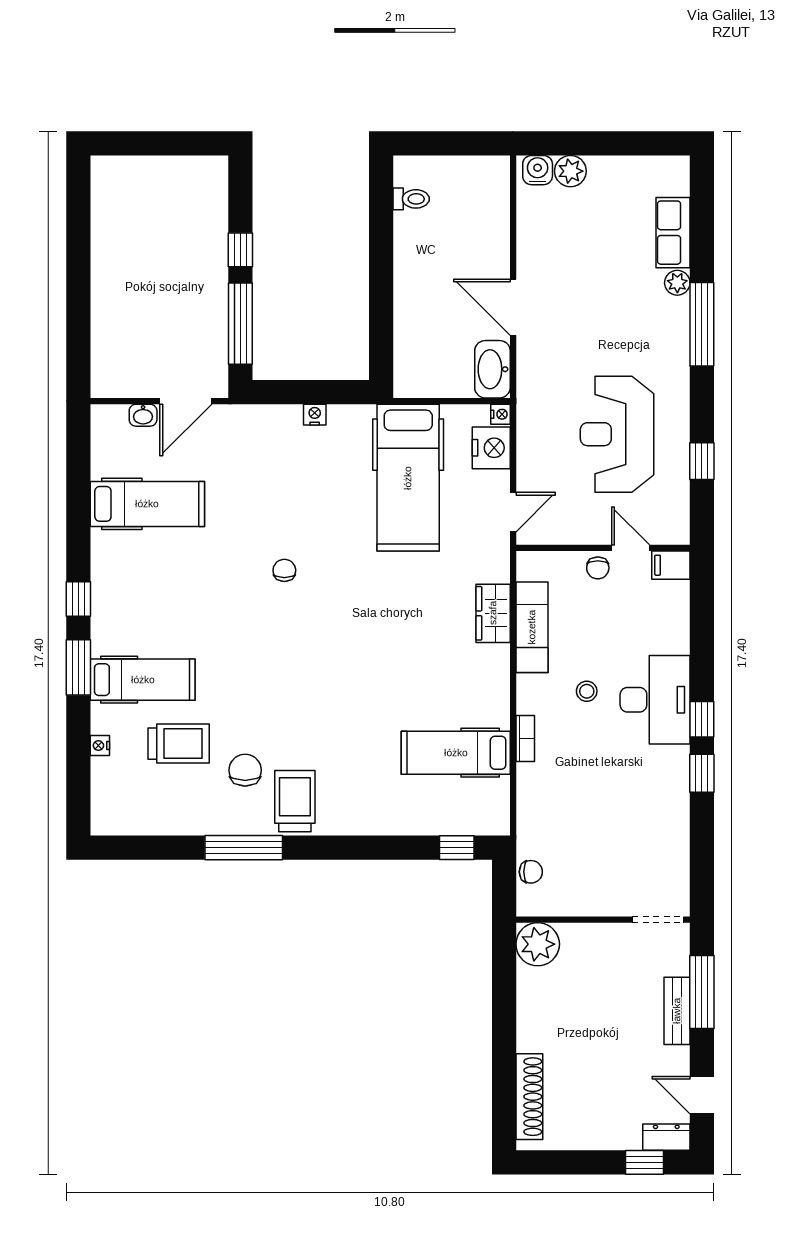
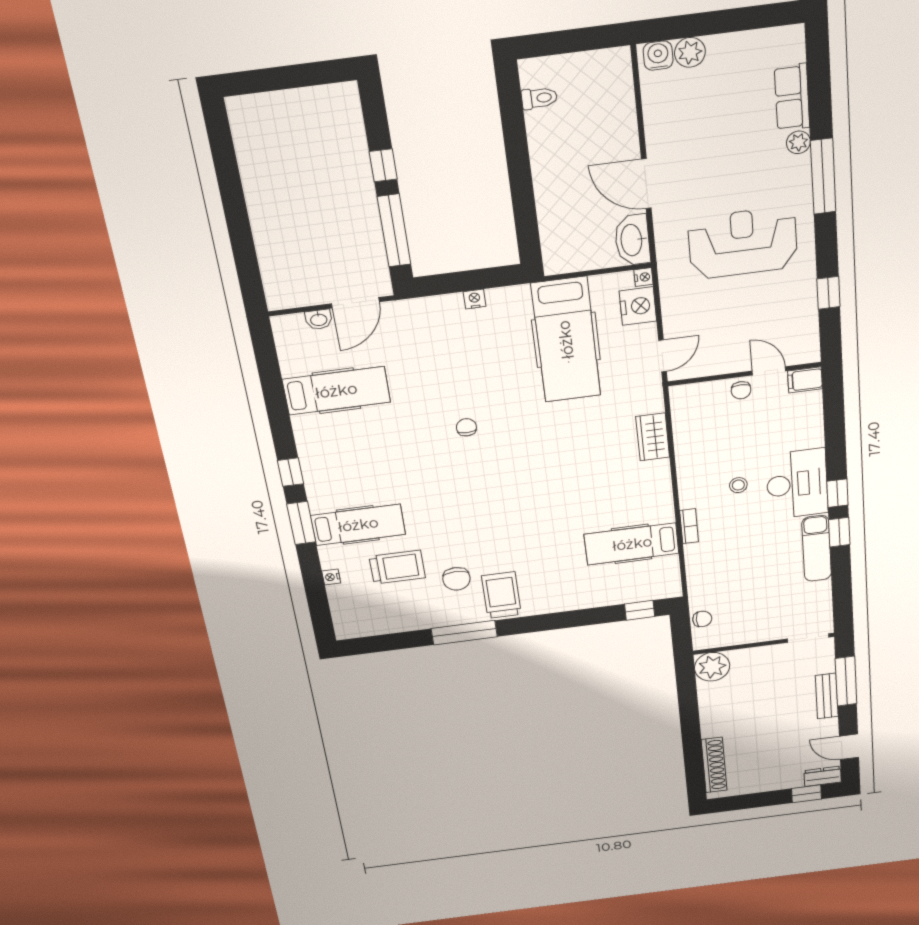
reception desk: (617, 434) -> (743, 243), moved, turned 90
exam couch: (532, 627) -> (817, 548), moved, turned 180
chair: (245, 770) -> (456, 579), turned 180

